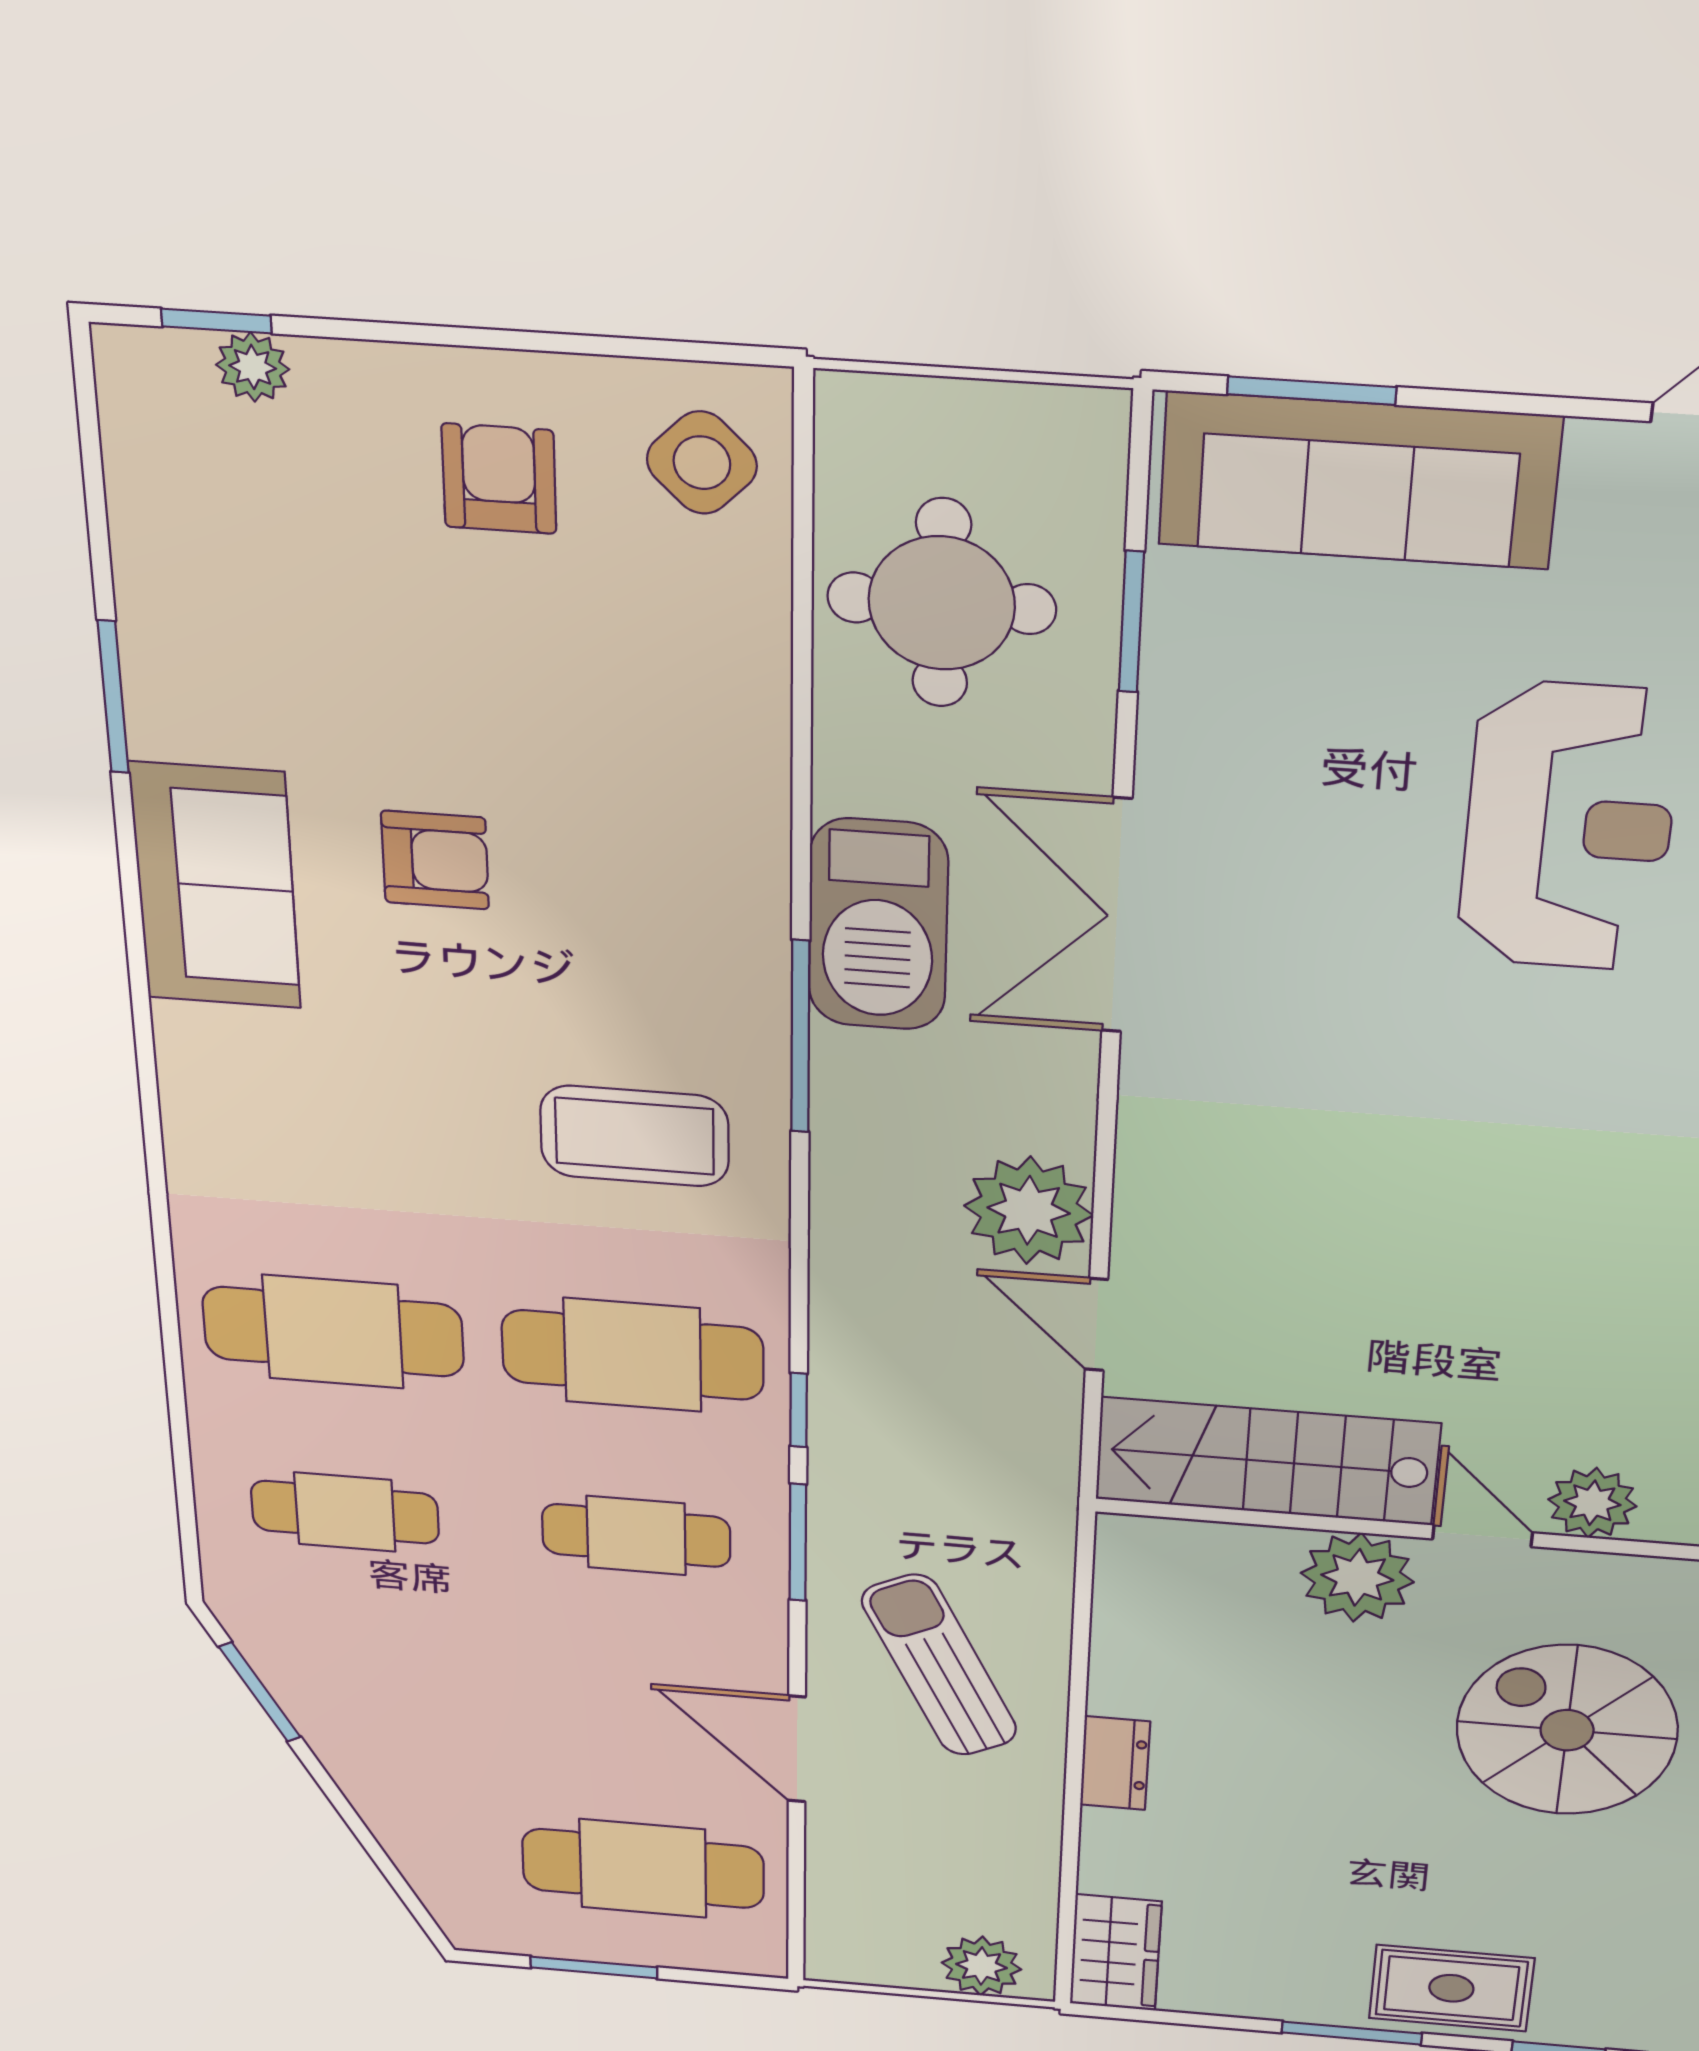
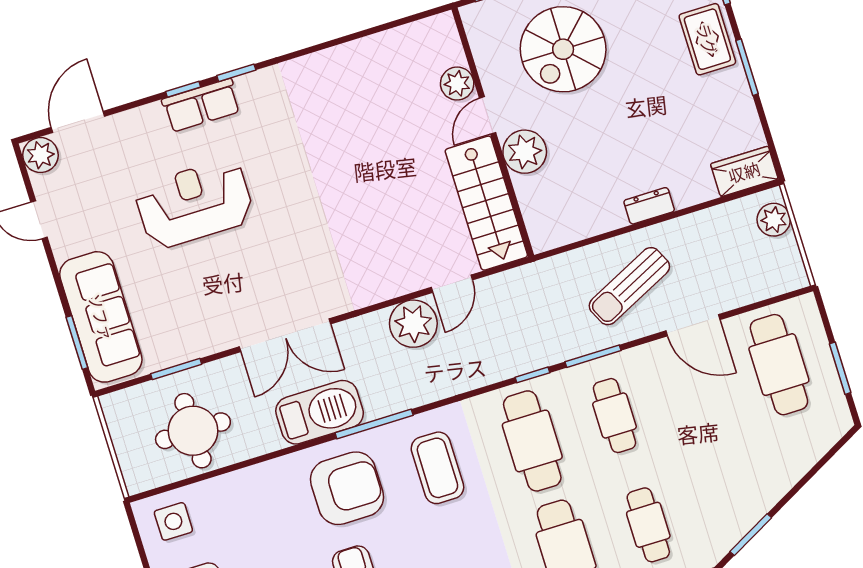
side table: (702, 463) -> (173, 521), turned 45
armchair: (651, 918) -> (347, 488), added
door: (797, 1749) -> (693, 325), hinge flipped

